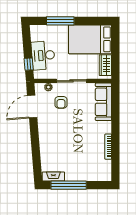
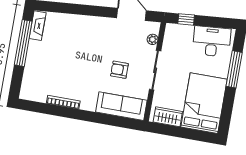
desk: (43, 55) -> (212, 41), moved
armchair: (61, 102) -> (119, 70), moved

